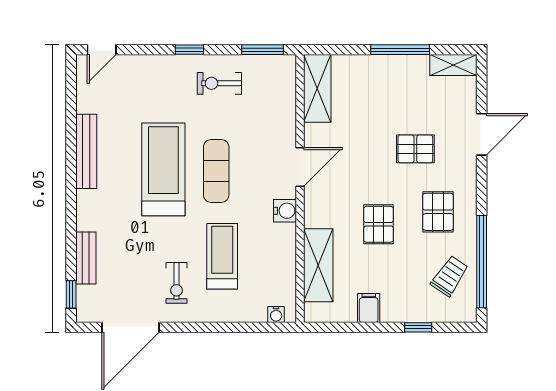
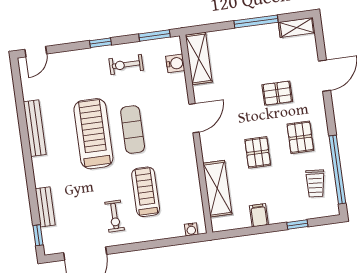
water cooler: (285, 211) -> (175, 63), moved
trolley: (450, 276) -> (315, 183), turned 151

